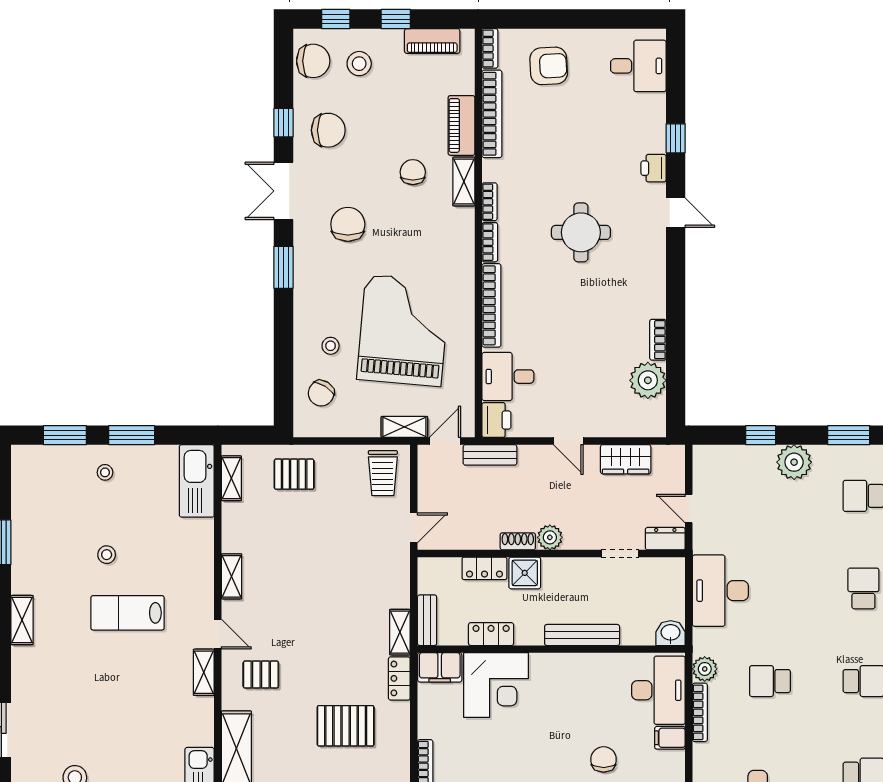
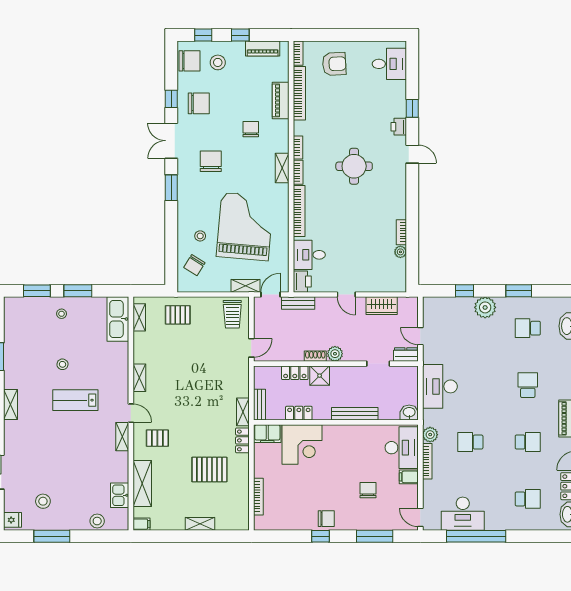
shelving: (464, 182) -> (282, 168), moved
plant: (648, 380) -> (400, 252), width x0.53, depth x0.53

